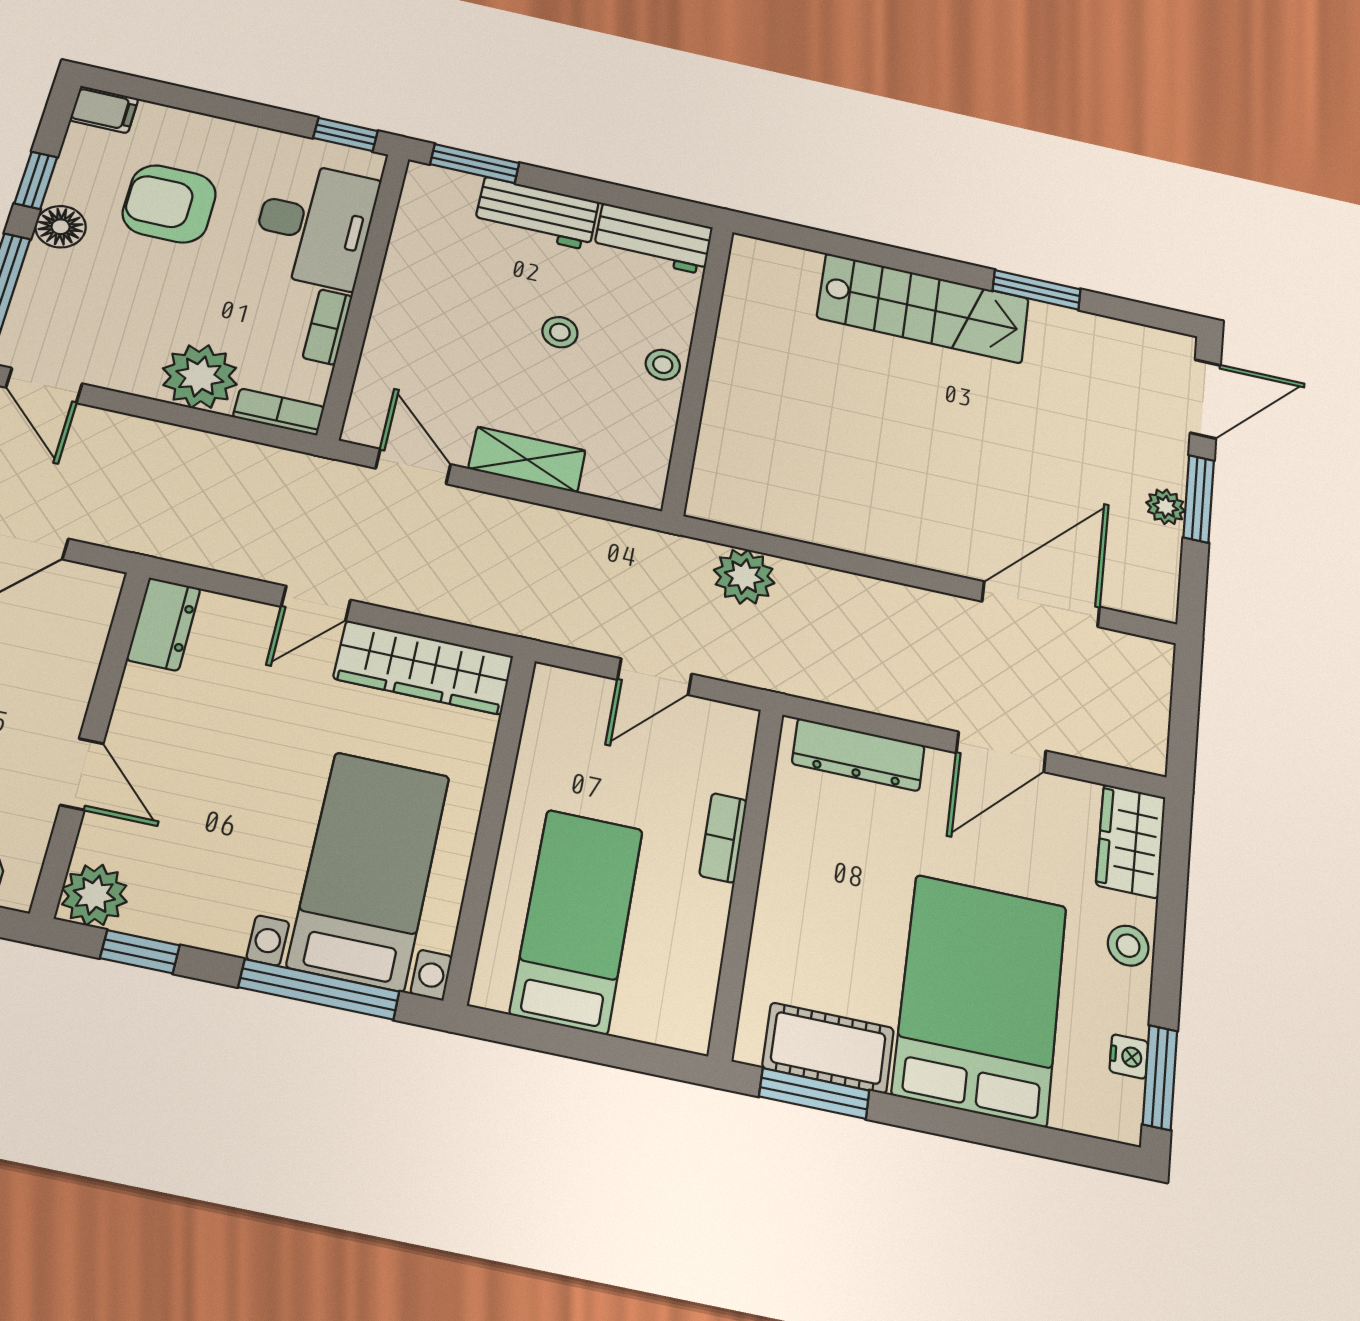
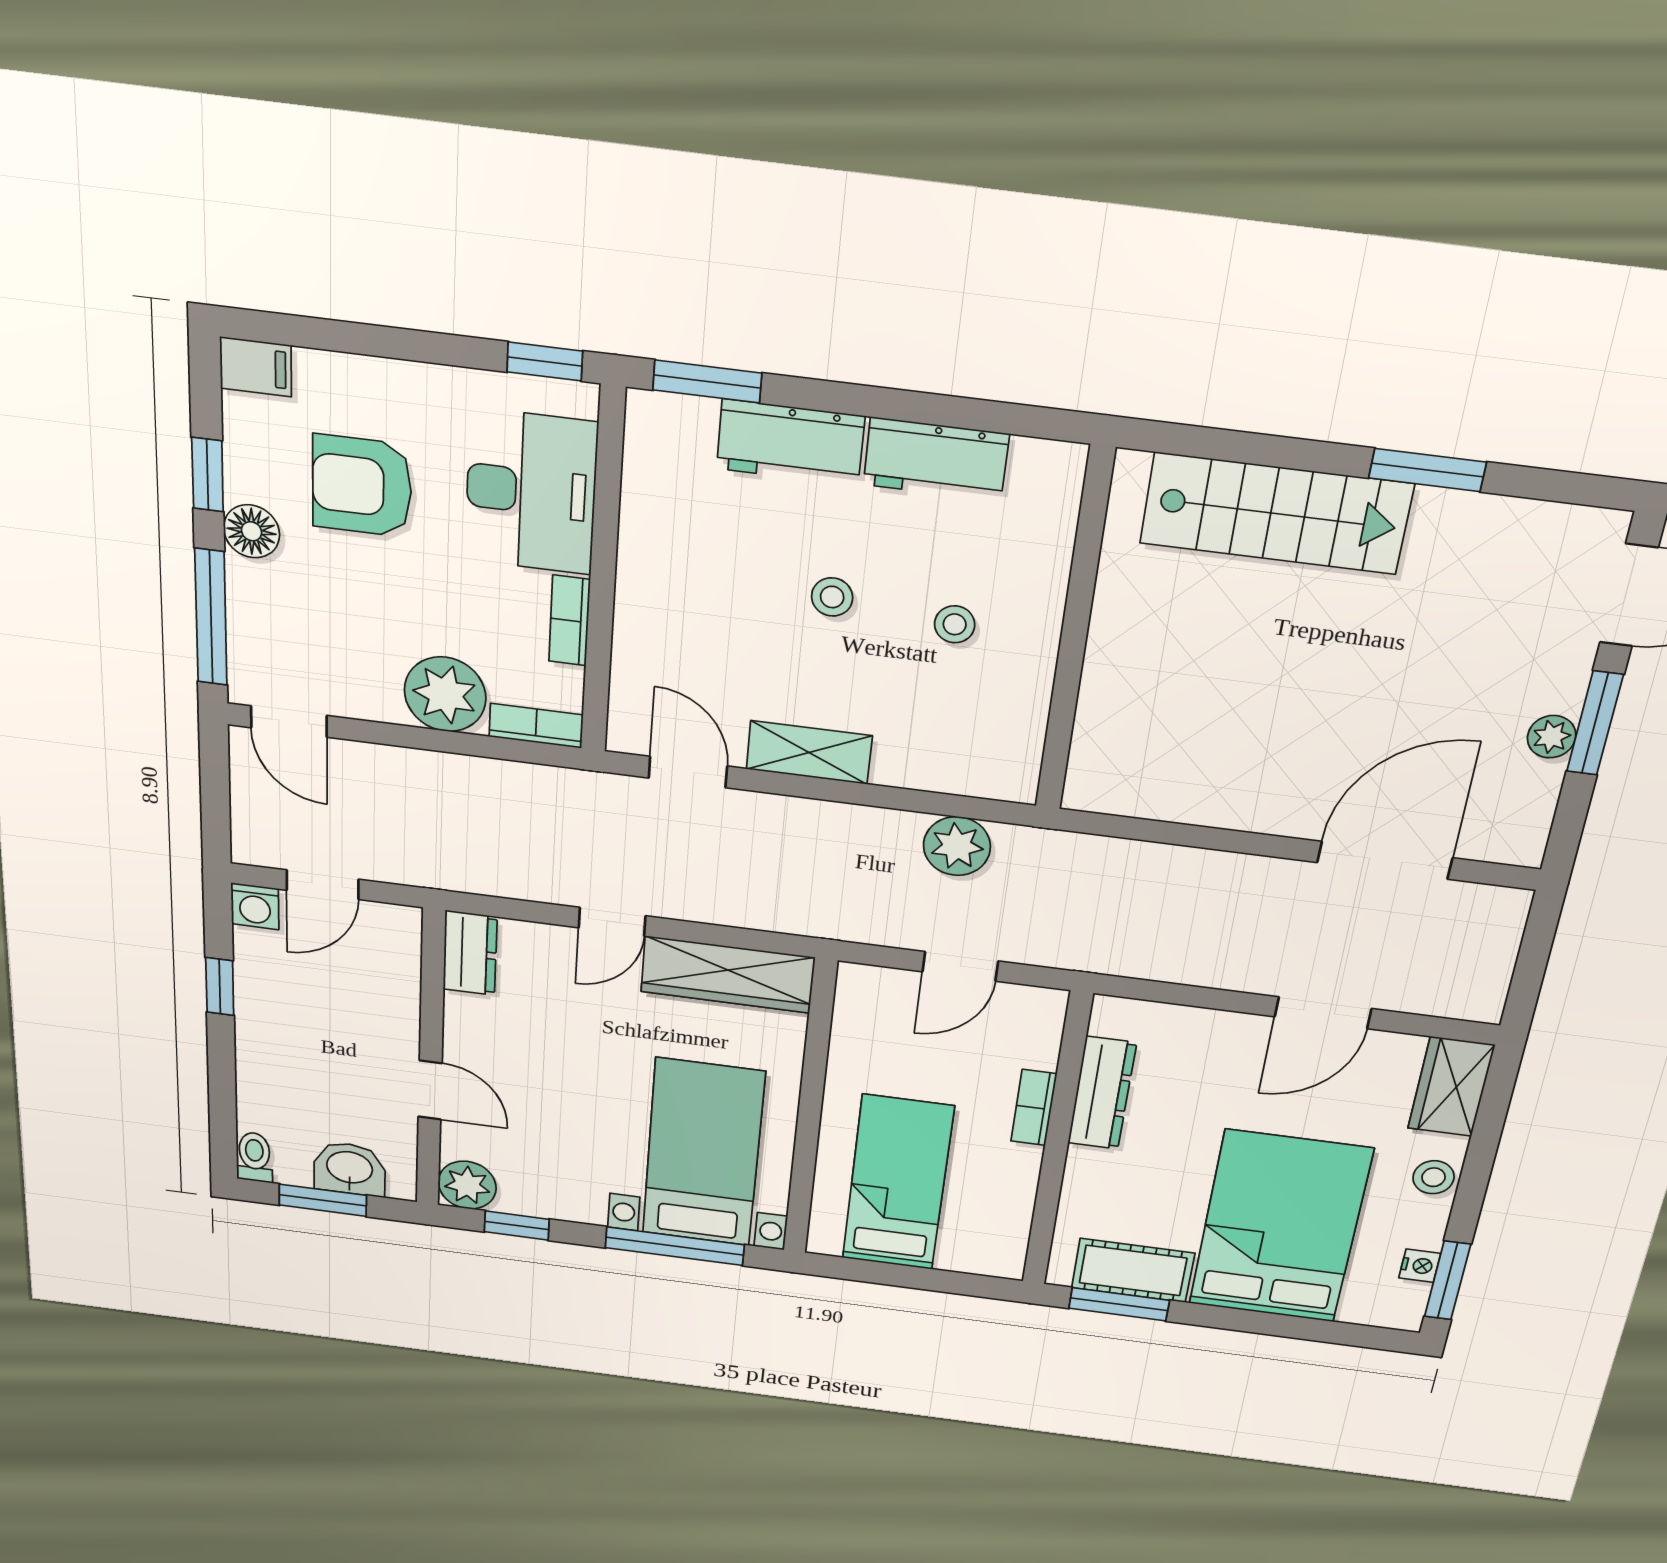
wall: (698, 368) -> (1074, 633), moved
plant: (744, 577) -> (957, 846), moved
dresser: (858, 755) -> (1102, 1093), moved, turned -90

